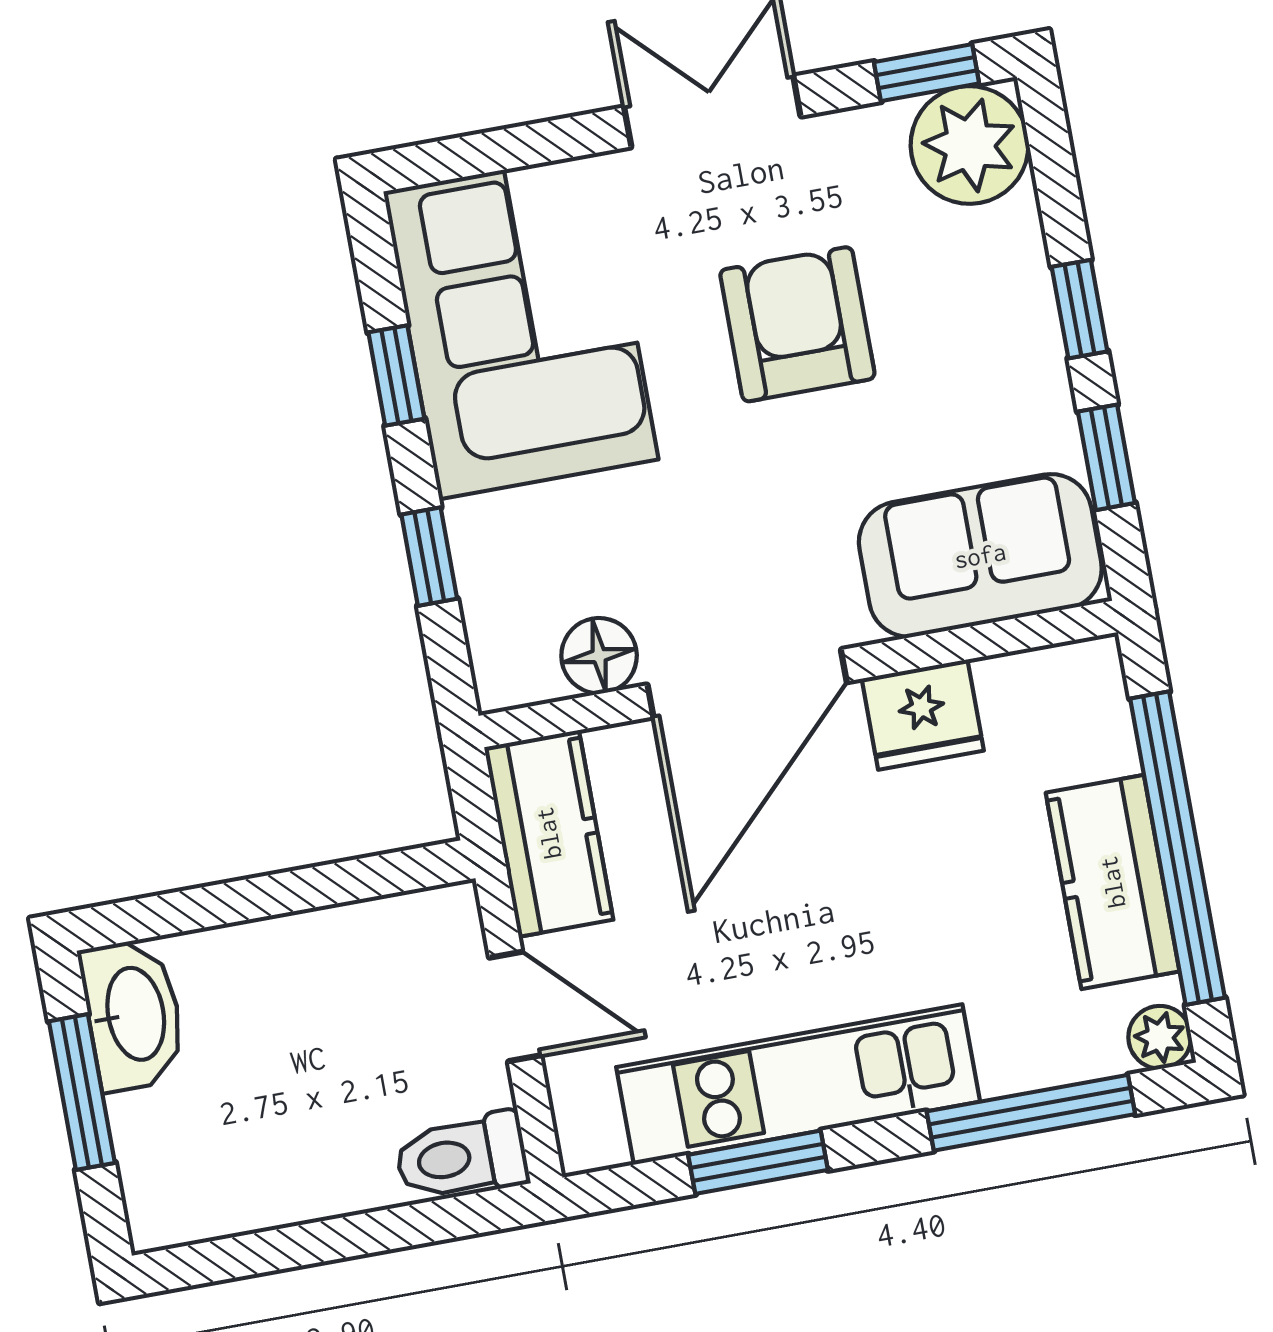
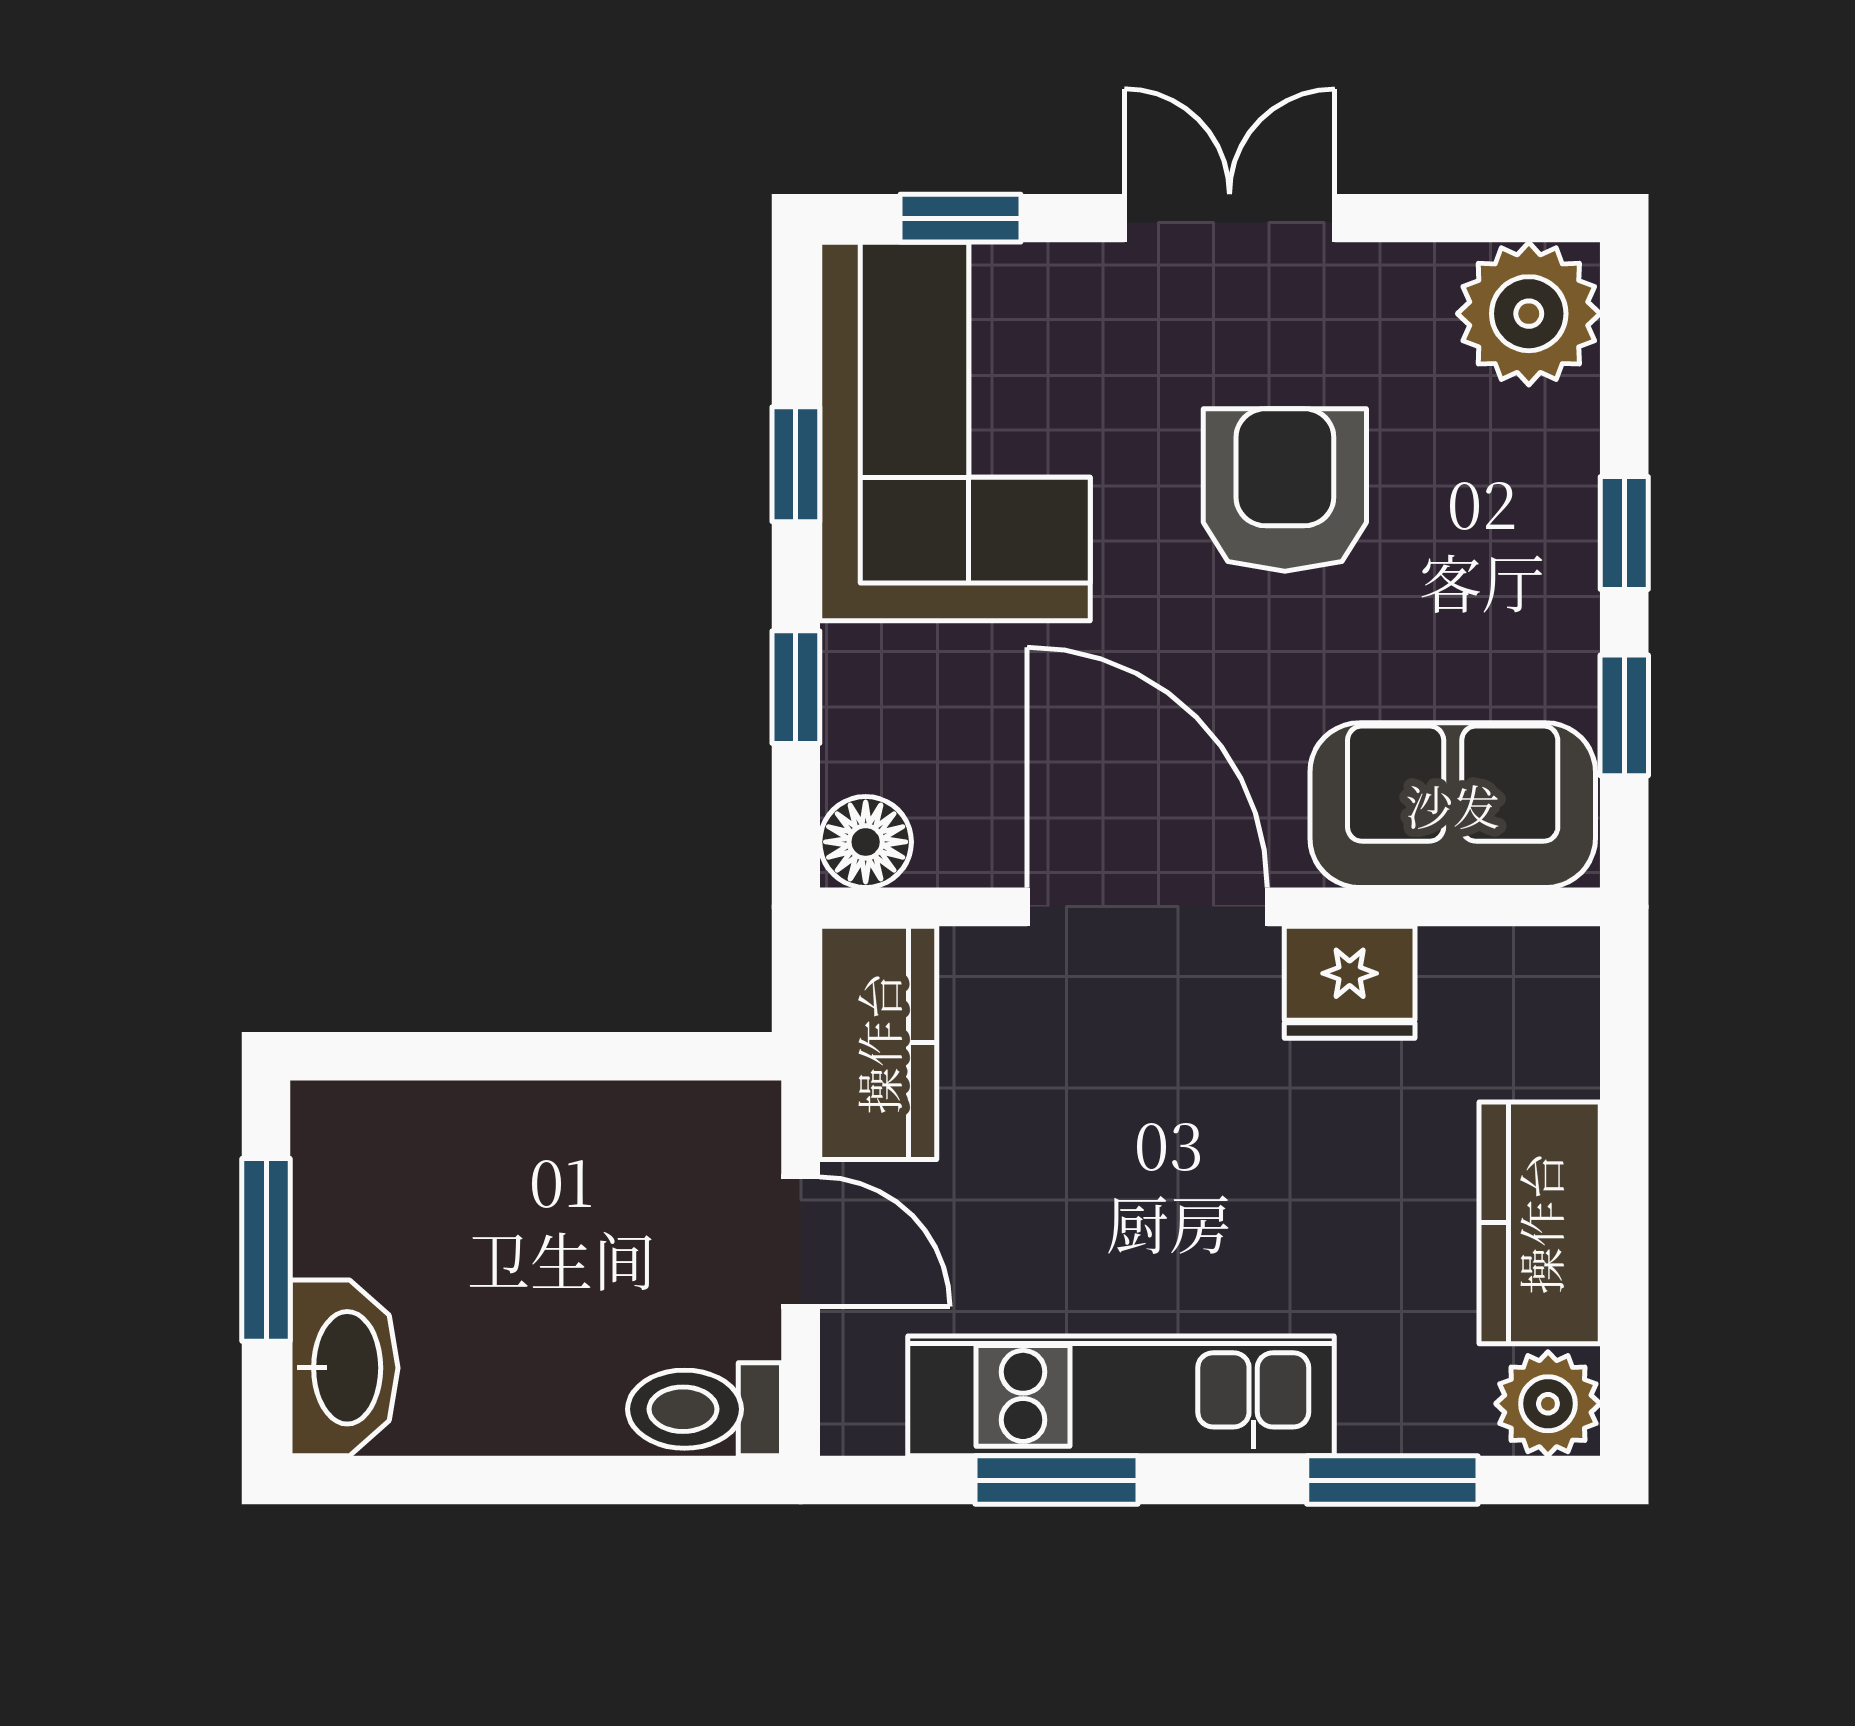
window: (927, 73) -> (960, 218), moved
floor lamp: (599, 656) -> (866, 842), moved
door: (747, 683) -> (1147, 907), swing flipped
window: (1177, 848) -> (1624, 1196), removed
washbasin: (133, 1014) -> (344, 1368), moved
plant: (1160, 1037) -> (1548, 1404), width x1.38, depth x1.38
window: (1031, 1113) -> (1392, 1480), width x0.69

